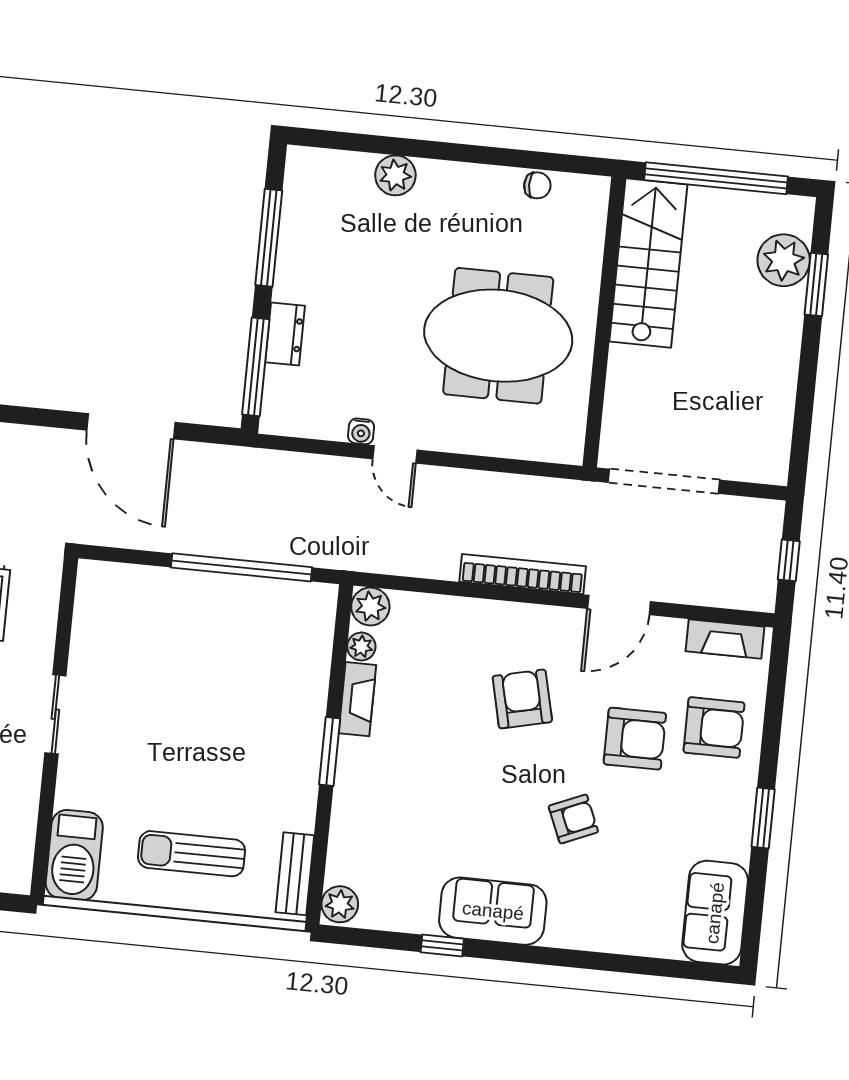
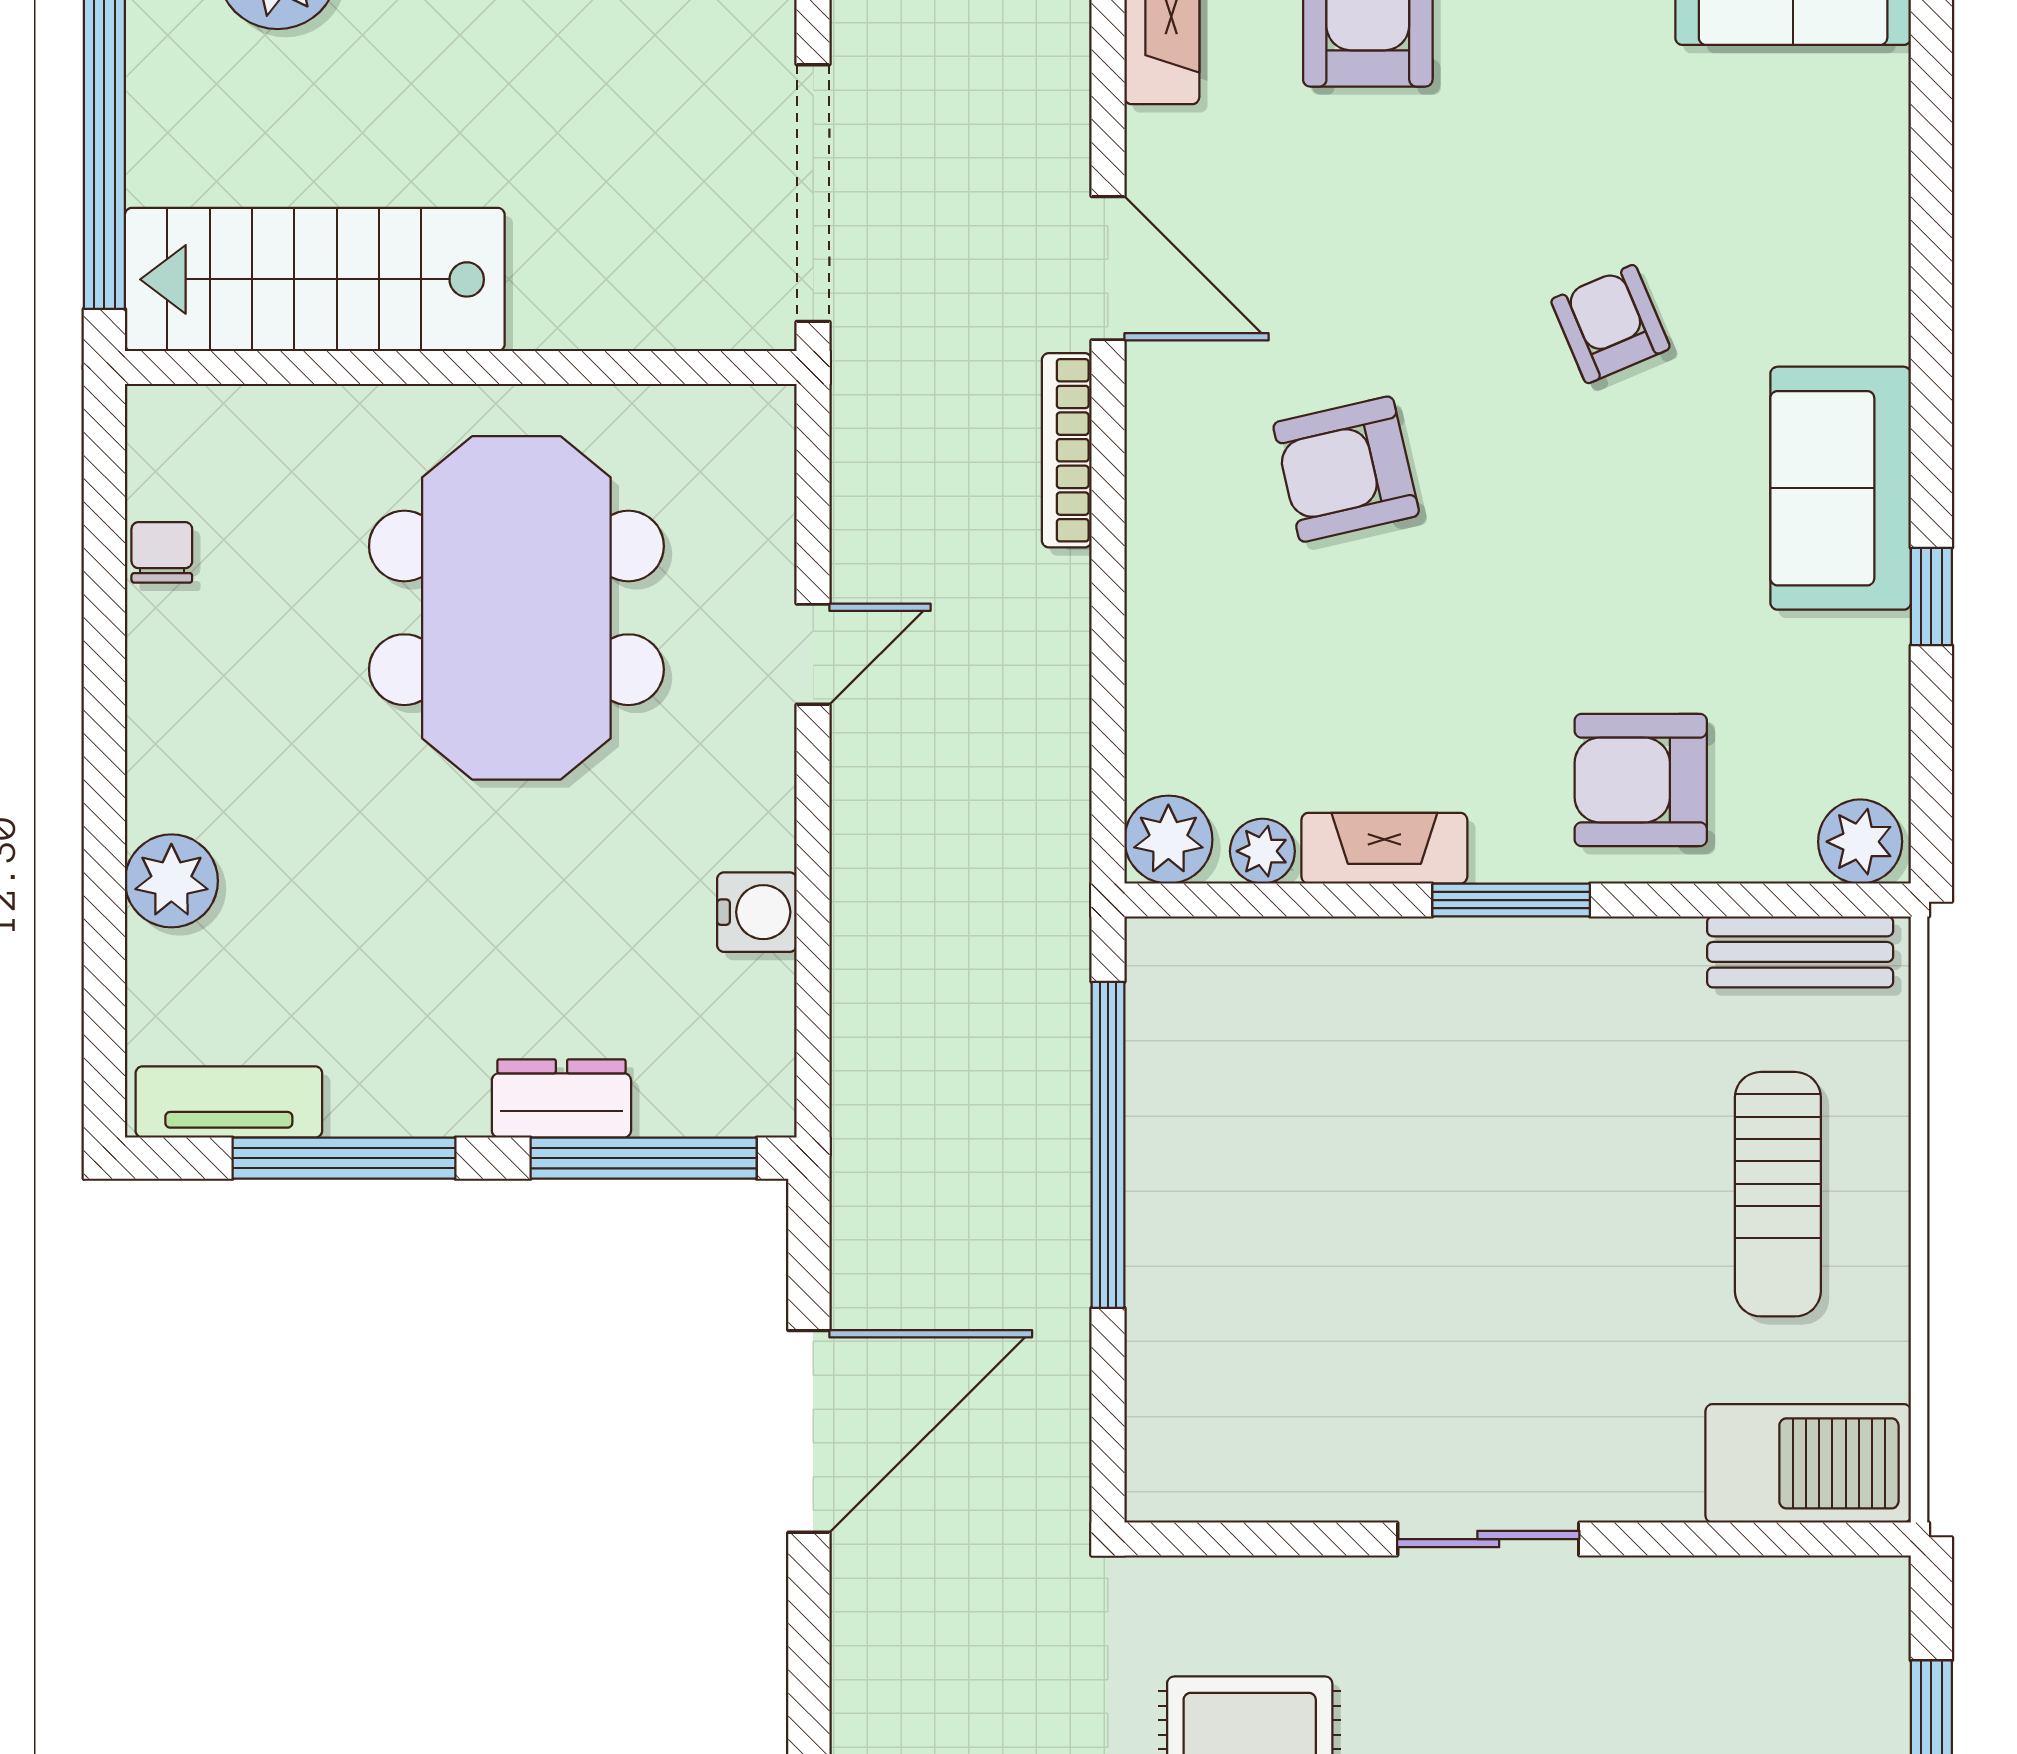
tv unit: (298, 191) -> (229, 1102), added
water cooler: (361, 431) -> (757, 912), width x1.38, depth x1.38
door: (395, 454) -> (813, 654), moved
bookcase: (523, 574) -> (1067, 450), width x0.68, depth x0.76
armchair: (635, 739) -> (1641, 780), moved, turned -90

